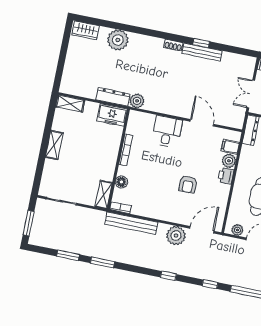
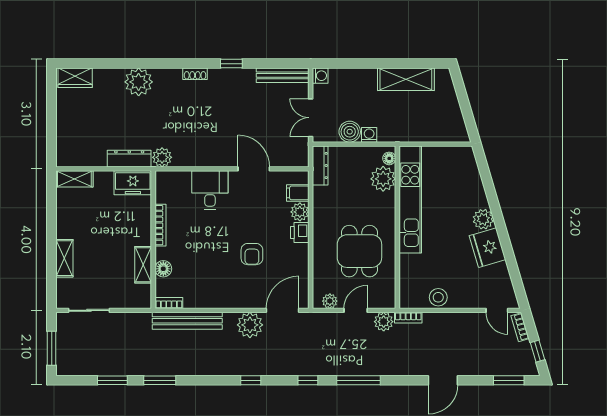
plant: (118, 40) -> (139, 82), moved
bench: (202, 52) -> (283, 75), moved
shelving: (54, 145) -> (64, 258), moved
shelving: (104, 195) -> (143, 265), moved

